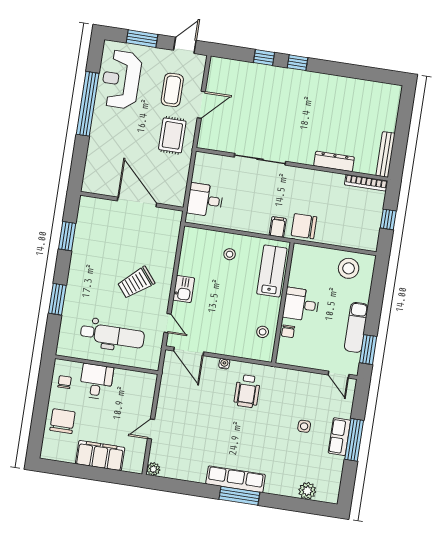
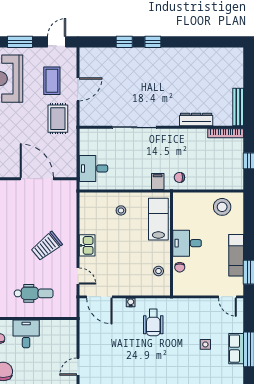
chair: (304, 226) -> (179, 177), width x0.54, depth x0.54
dental chair: (112, 335) -> (34, 293), width x0.73, depth x0.72

